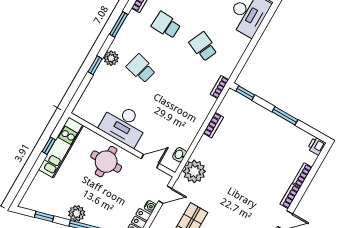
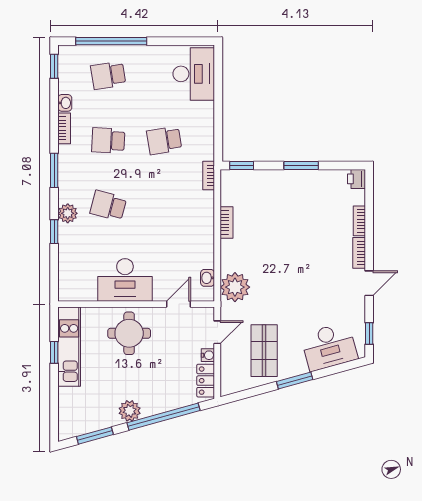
school desk: (203, 47) -> (164, 140), turned -33
window: (44, 217) -> (95, 436), width x1.50

